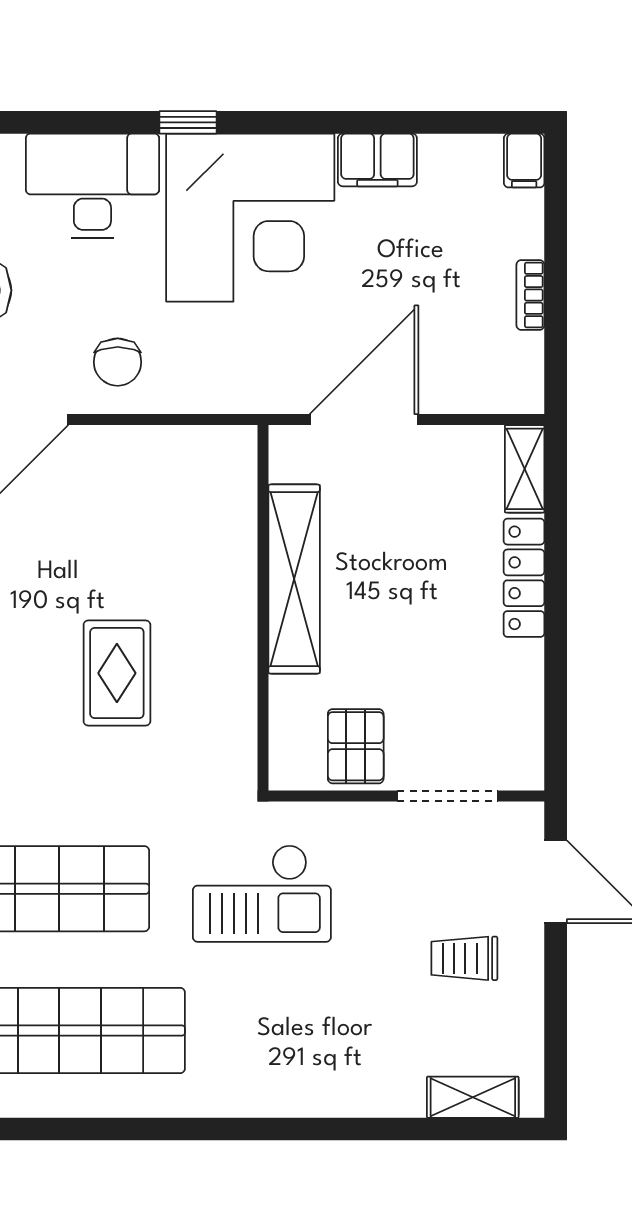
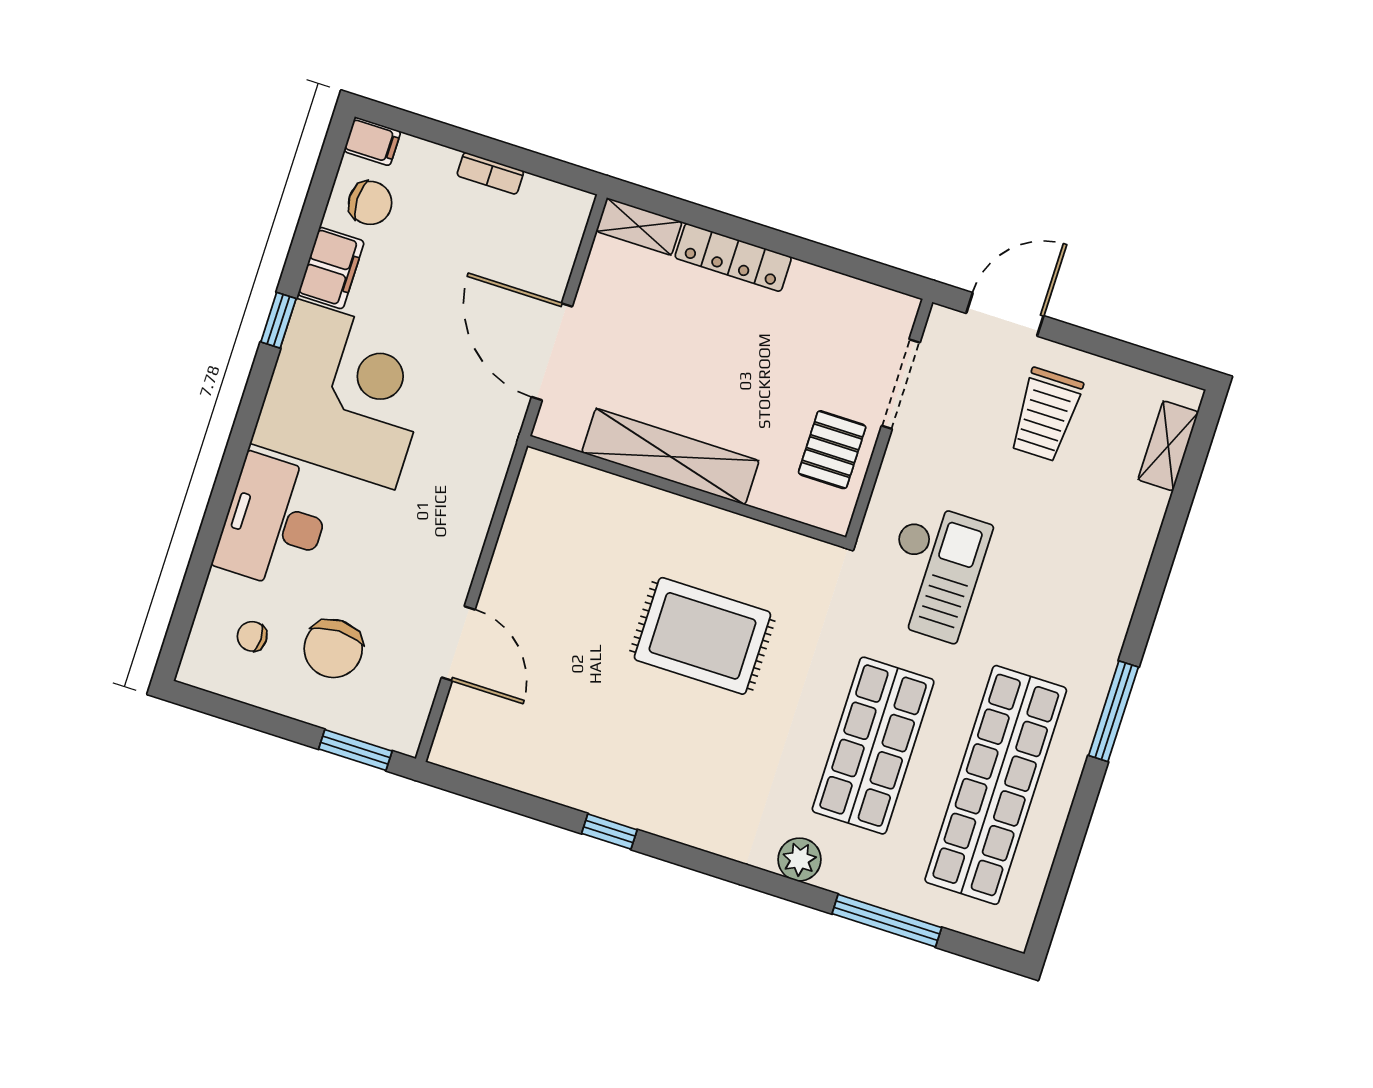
window: (188, 122) -> (278, 320), moved
chair: (118, 362) -> (370, 203), moved
rug: (117, 673) -> (702, 636), width x1.36, depth x1.43
pallet: (356, 746) -> (832, 450), turned 90
trolley: (464, 958) -> (1046, 415), width x1.36, depth x1.39
window: (176, 1129) -> (1113, 711), added

